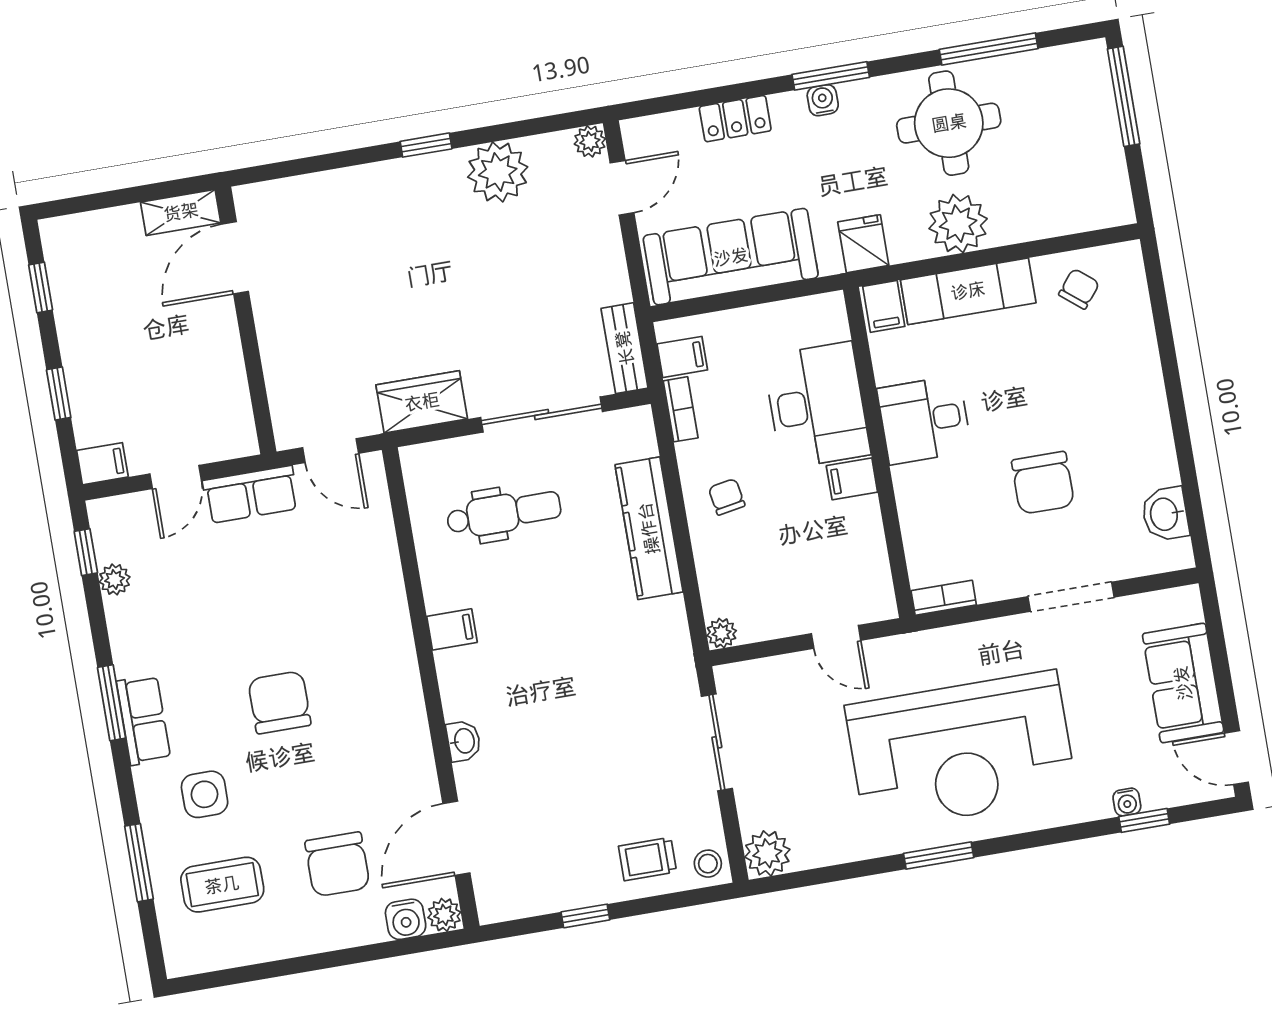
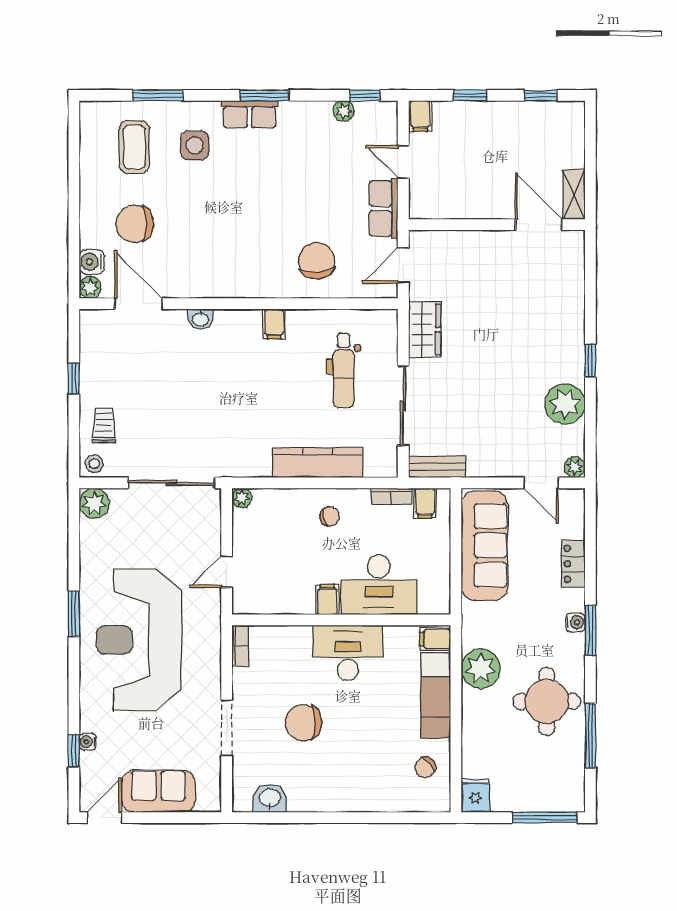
plant: (958, 224) -> (481, 669), moved
fridge: (863, 244) -> (475, 795), moved, turned -90
chair: (1079, 289) -> (425, 767), turned 102
desk: (924, 420) -> (348, 653), width x1.37
chair: (279, 702) -> (317, 261), moved, turned -95
sliding door: (717, 742) -> (172, 483), width x1.37

